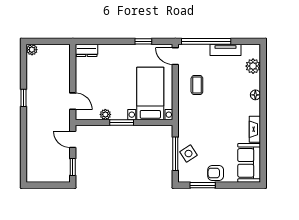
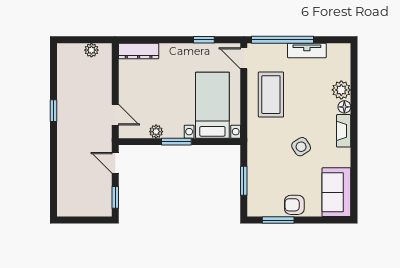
plant: (32, 50) -> (91, 50), moved
dresser: (87, 50) -> (139, 51), width x1.44
plant: (253, 66) -> (341, 90), moved
coffee table: (197, 85) -> (271, 95), width x1.86, depth x1.72
fireplace: (255, 129) -> (344, 131), moved
window: (175, 154) -> (244, 181), width x0.69
side table: (188, 154) -> (301, 147), moved

